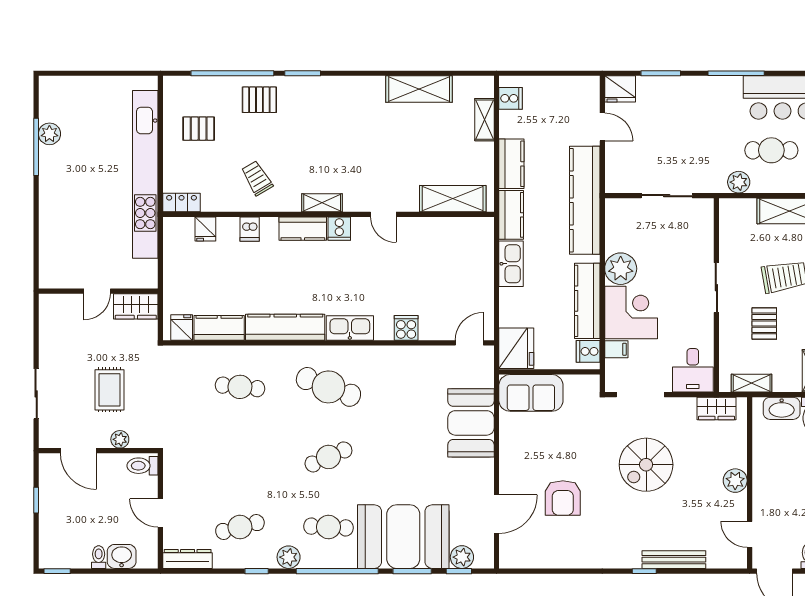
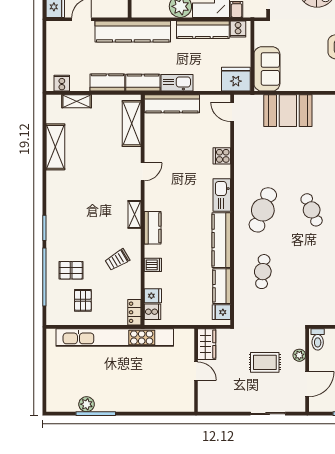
pallet: (259, 100) -> (71, 270), moved, turned 90
cooker: (339, 229) -> (152, 312), moved
kitchen counter: (481, 256) -> (172, 104), added

